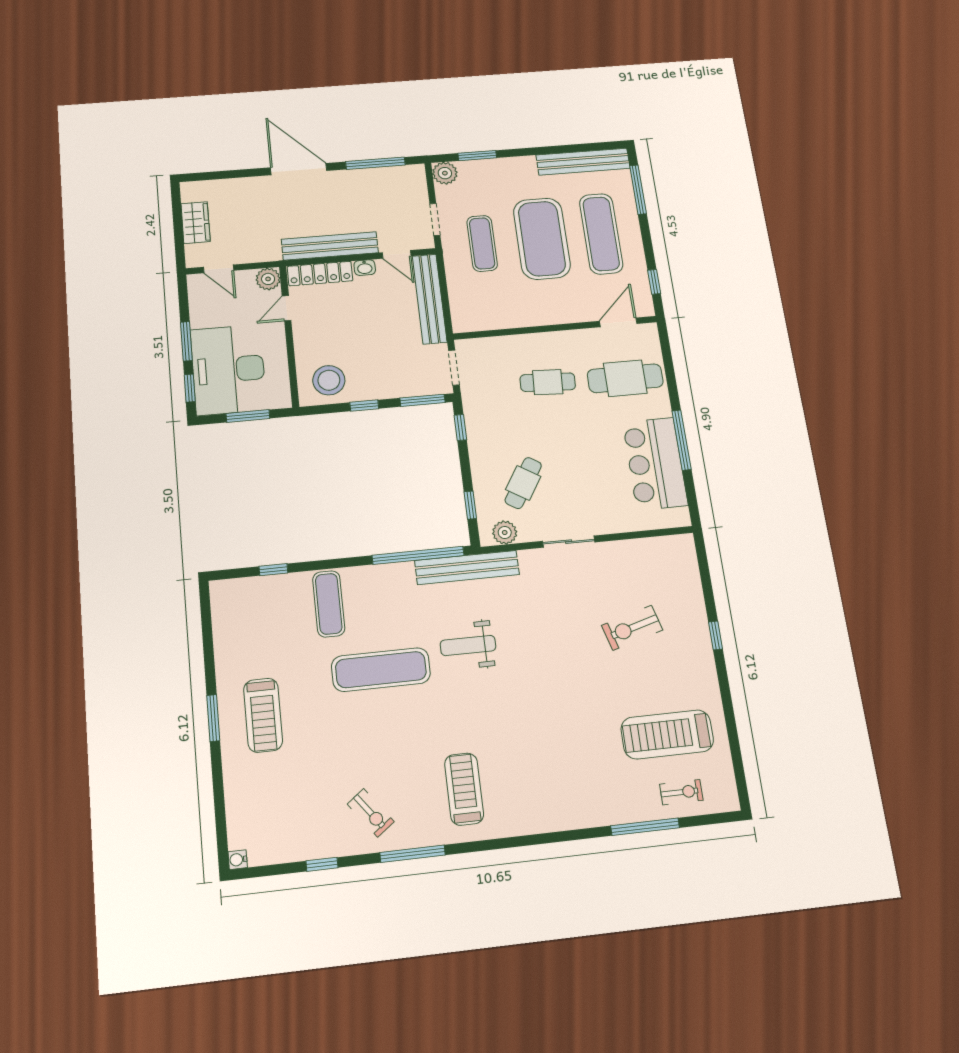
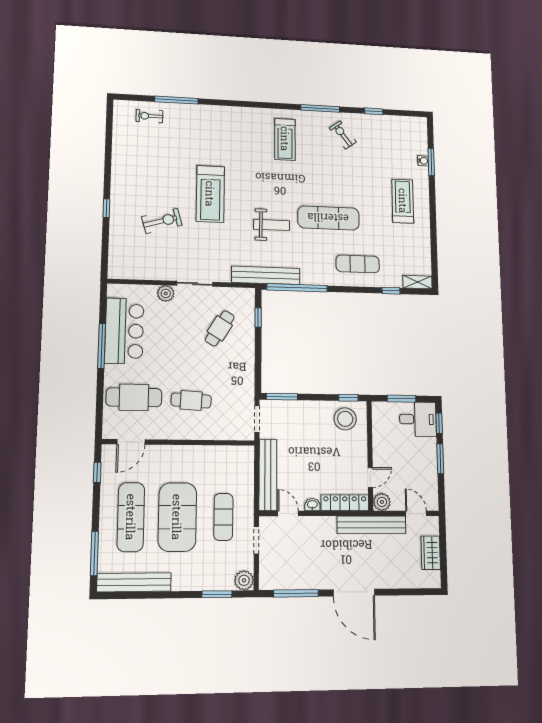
bench: (330, 246) -> (371, 525), moved
desk: (228, 370) -> (418, 419), width x0.53, depth x0.77
window: (364, 406) -> (348, 398), moved
window: (460, 427) -> (258, 374), removed
plant: (505, 533) -> (166, 293), moved
shelving: (232, 588) -> (417, 282), added
exercise mat: (329, 604) -> (358, 264), turned 90
window: (213, 718) -> (431, 162), moved
treadmill: (667, 734) -> (210, 194), moved, turned 90
water cooler: (238, 860) -> (423, 161), moved

